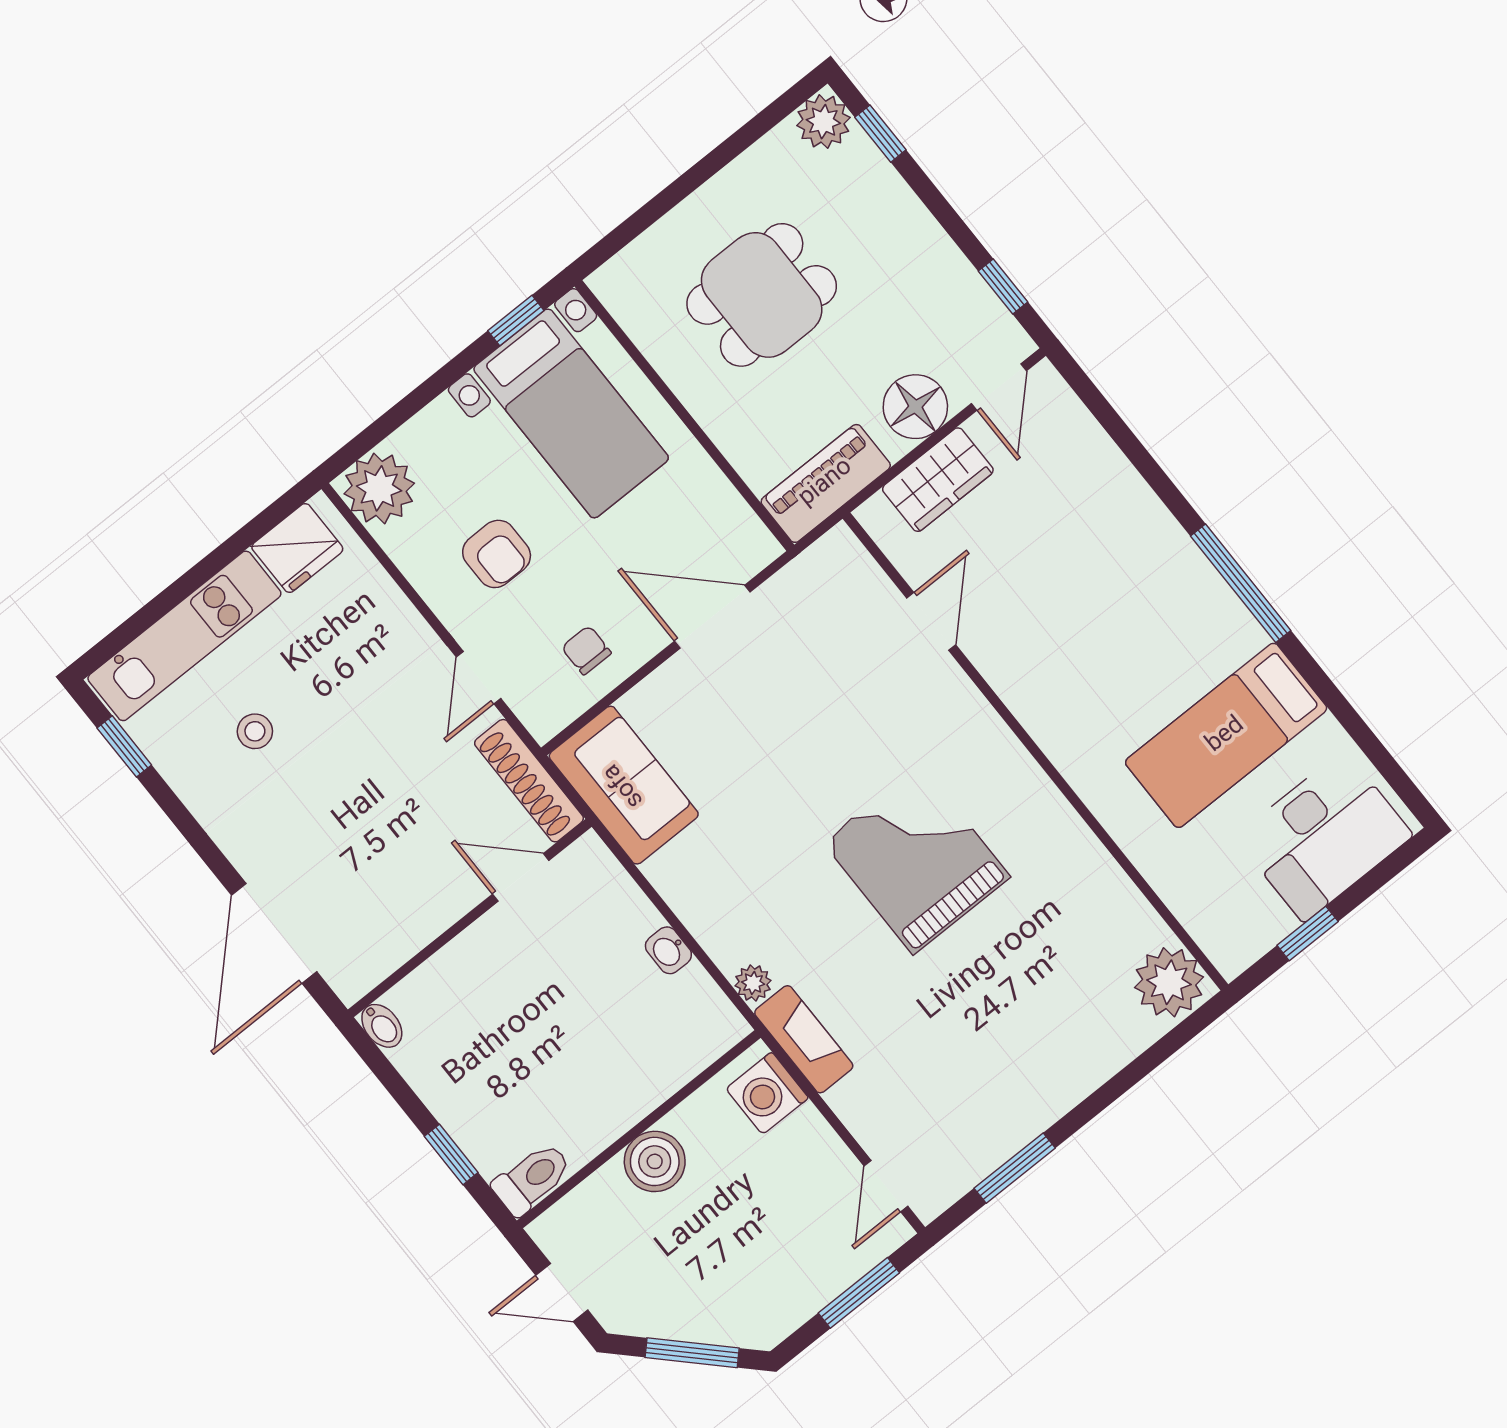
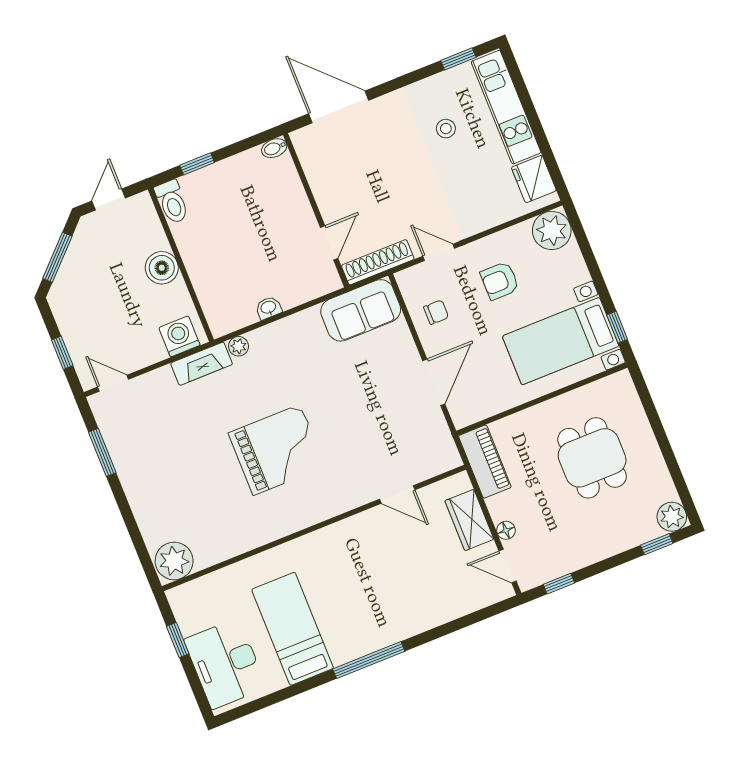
floor lamp: (915, 407) -> (506, 530), width x0.53, depth x0.53
window: (859, 1293) -> (62, 353), width x0.67

